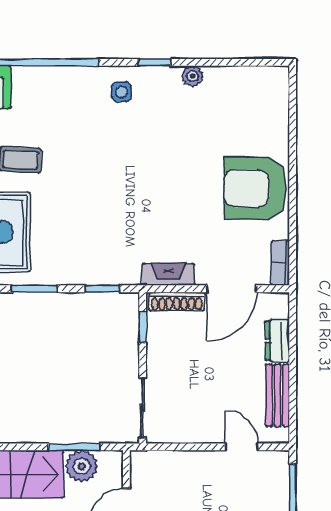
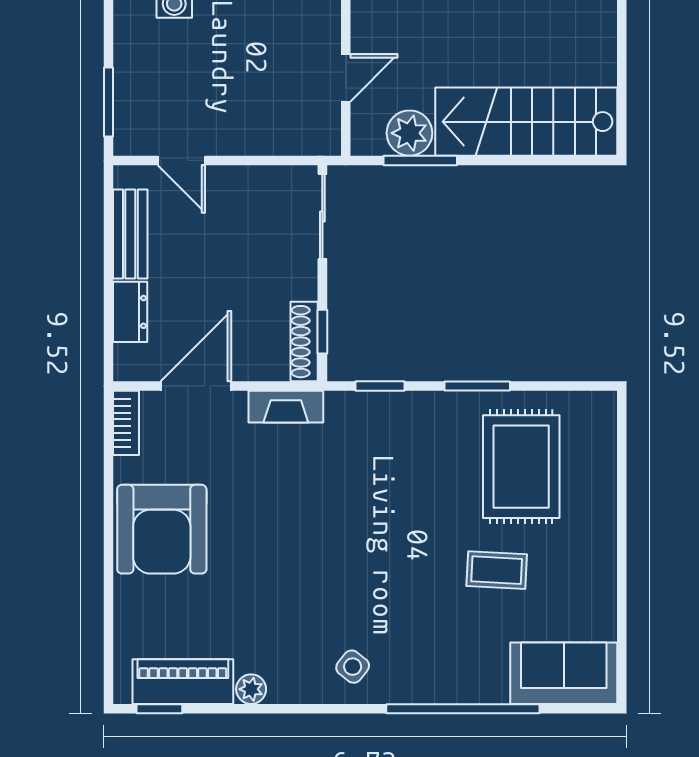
window: (155, 62) -> (159, 709), moved
piano: (241, 81) -> (183, 682), added
side table: (122, 92) -> (353, 667), turned 38
armchair: (255, 188) -> (162, 529), turned 90
shoe rack: (177, 302) -> (304, 342), moved, turned -90

